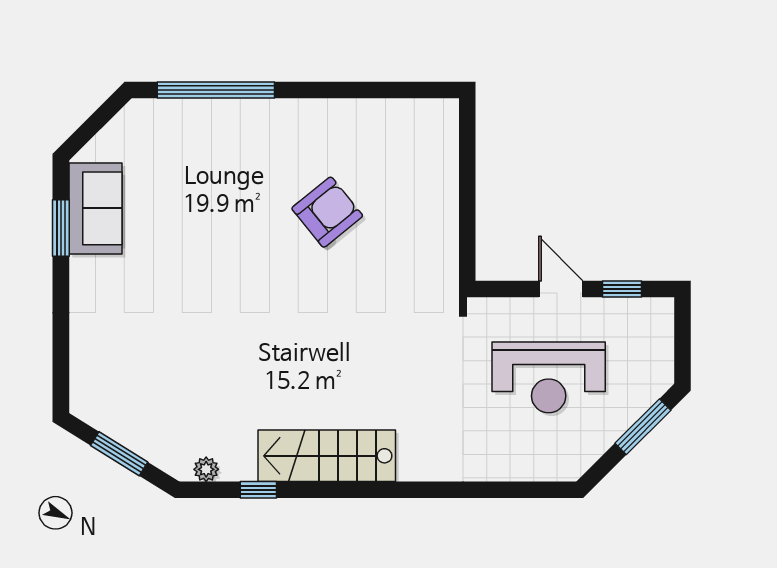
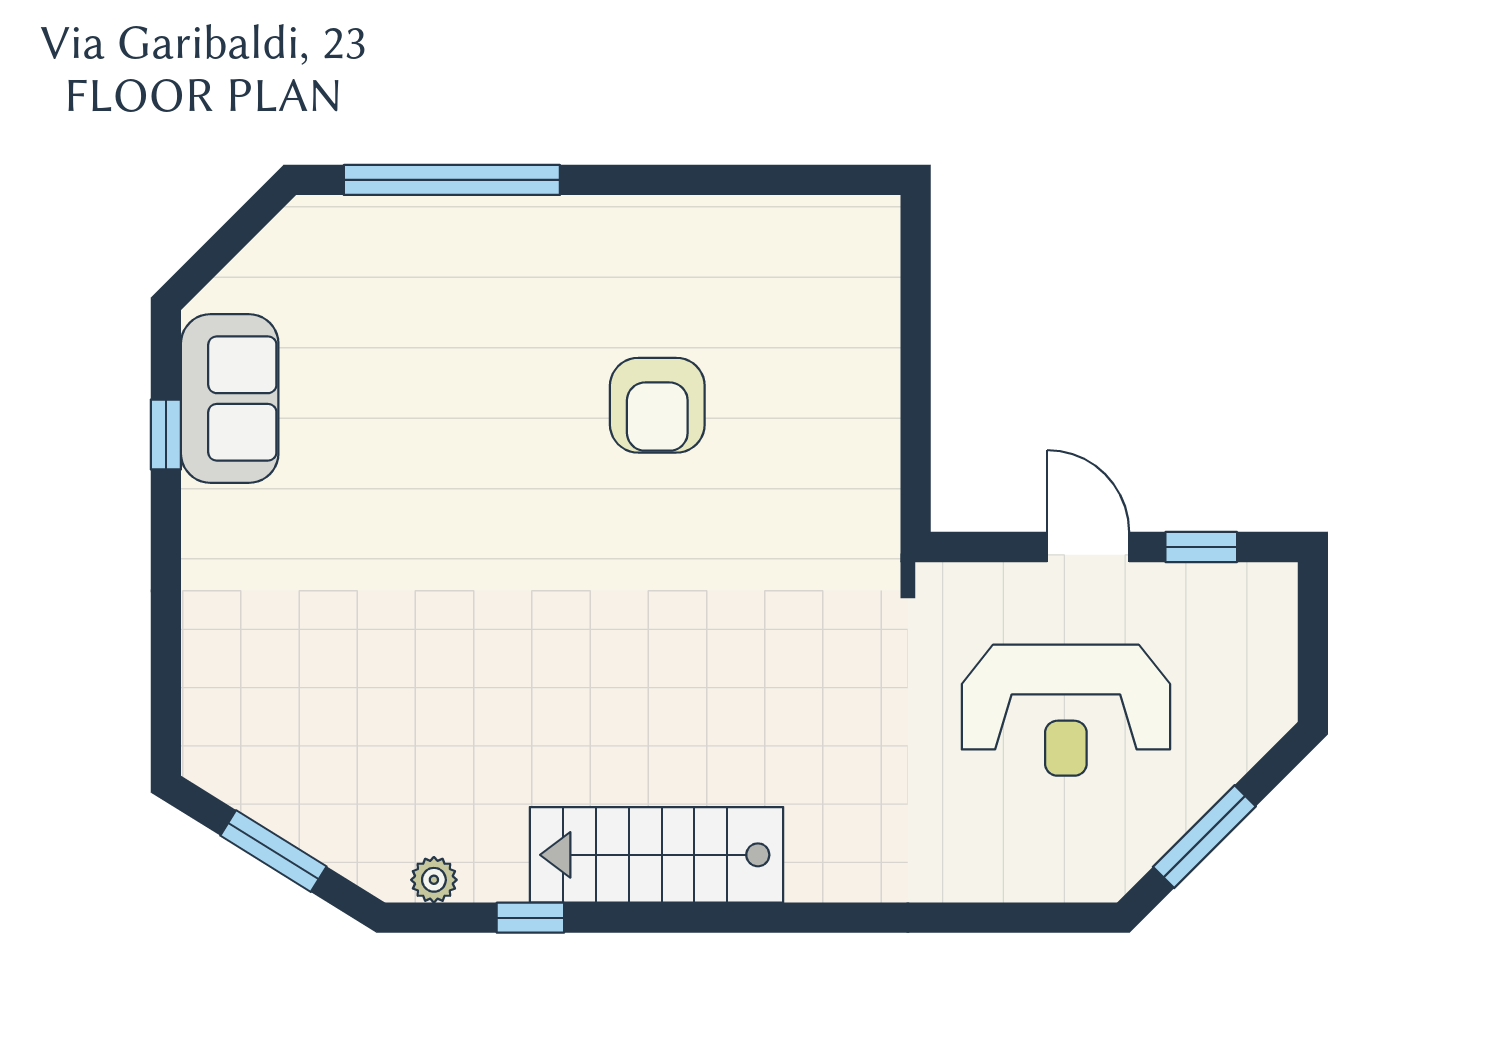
armchair: (327, 212) -> (657, 405), turned 129
window: (61, 228) -> (166, 434), width x0.67
window: (643, 427) -> (1204, 837), moved

